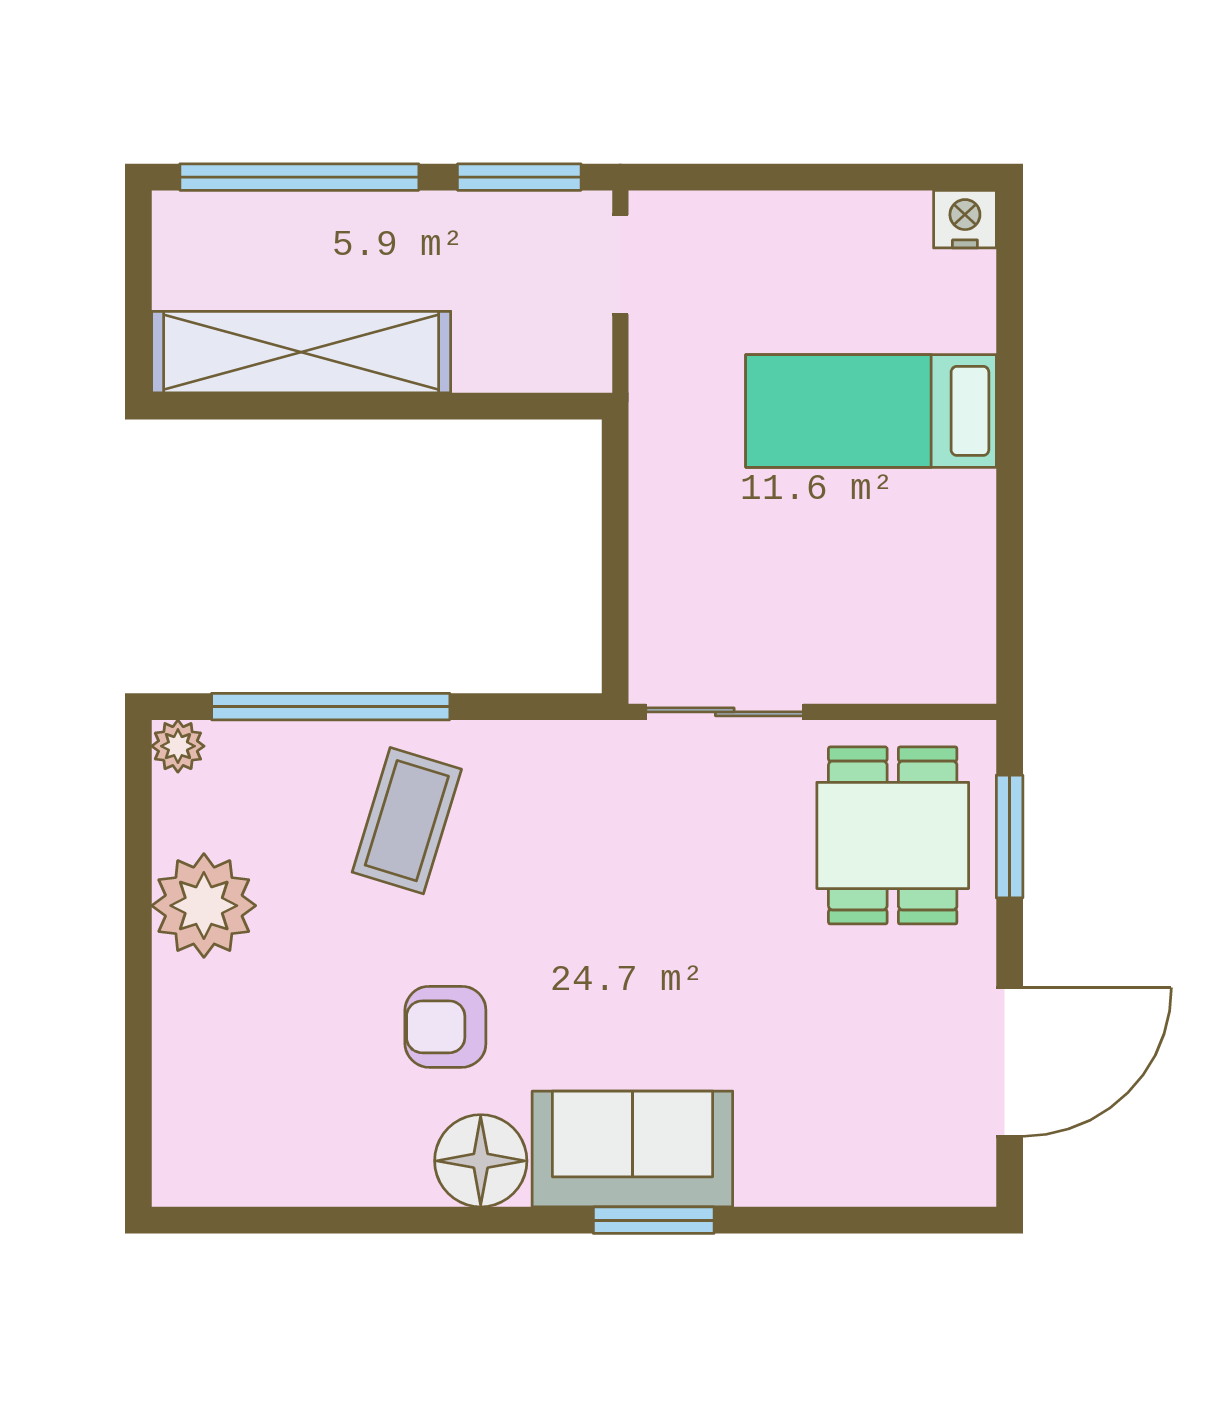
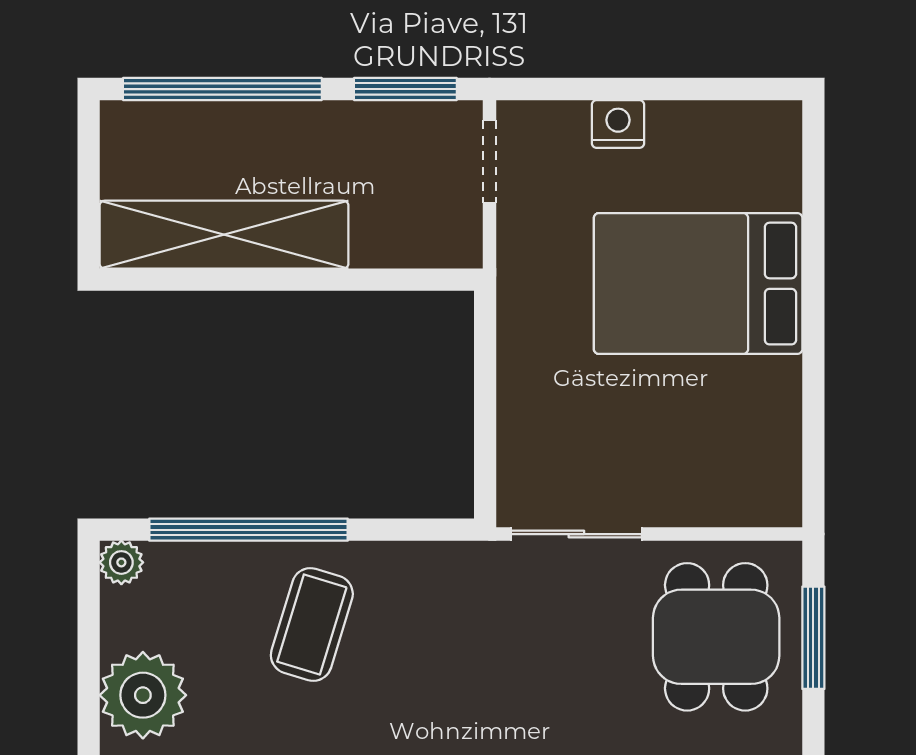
nightstand: (965, 219) -> (618, 124), moved
bed: (871, 411) -> (698, 284), width x1.50

